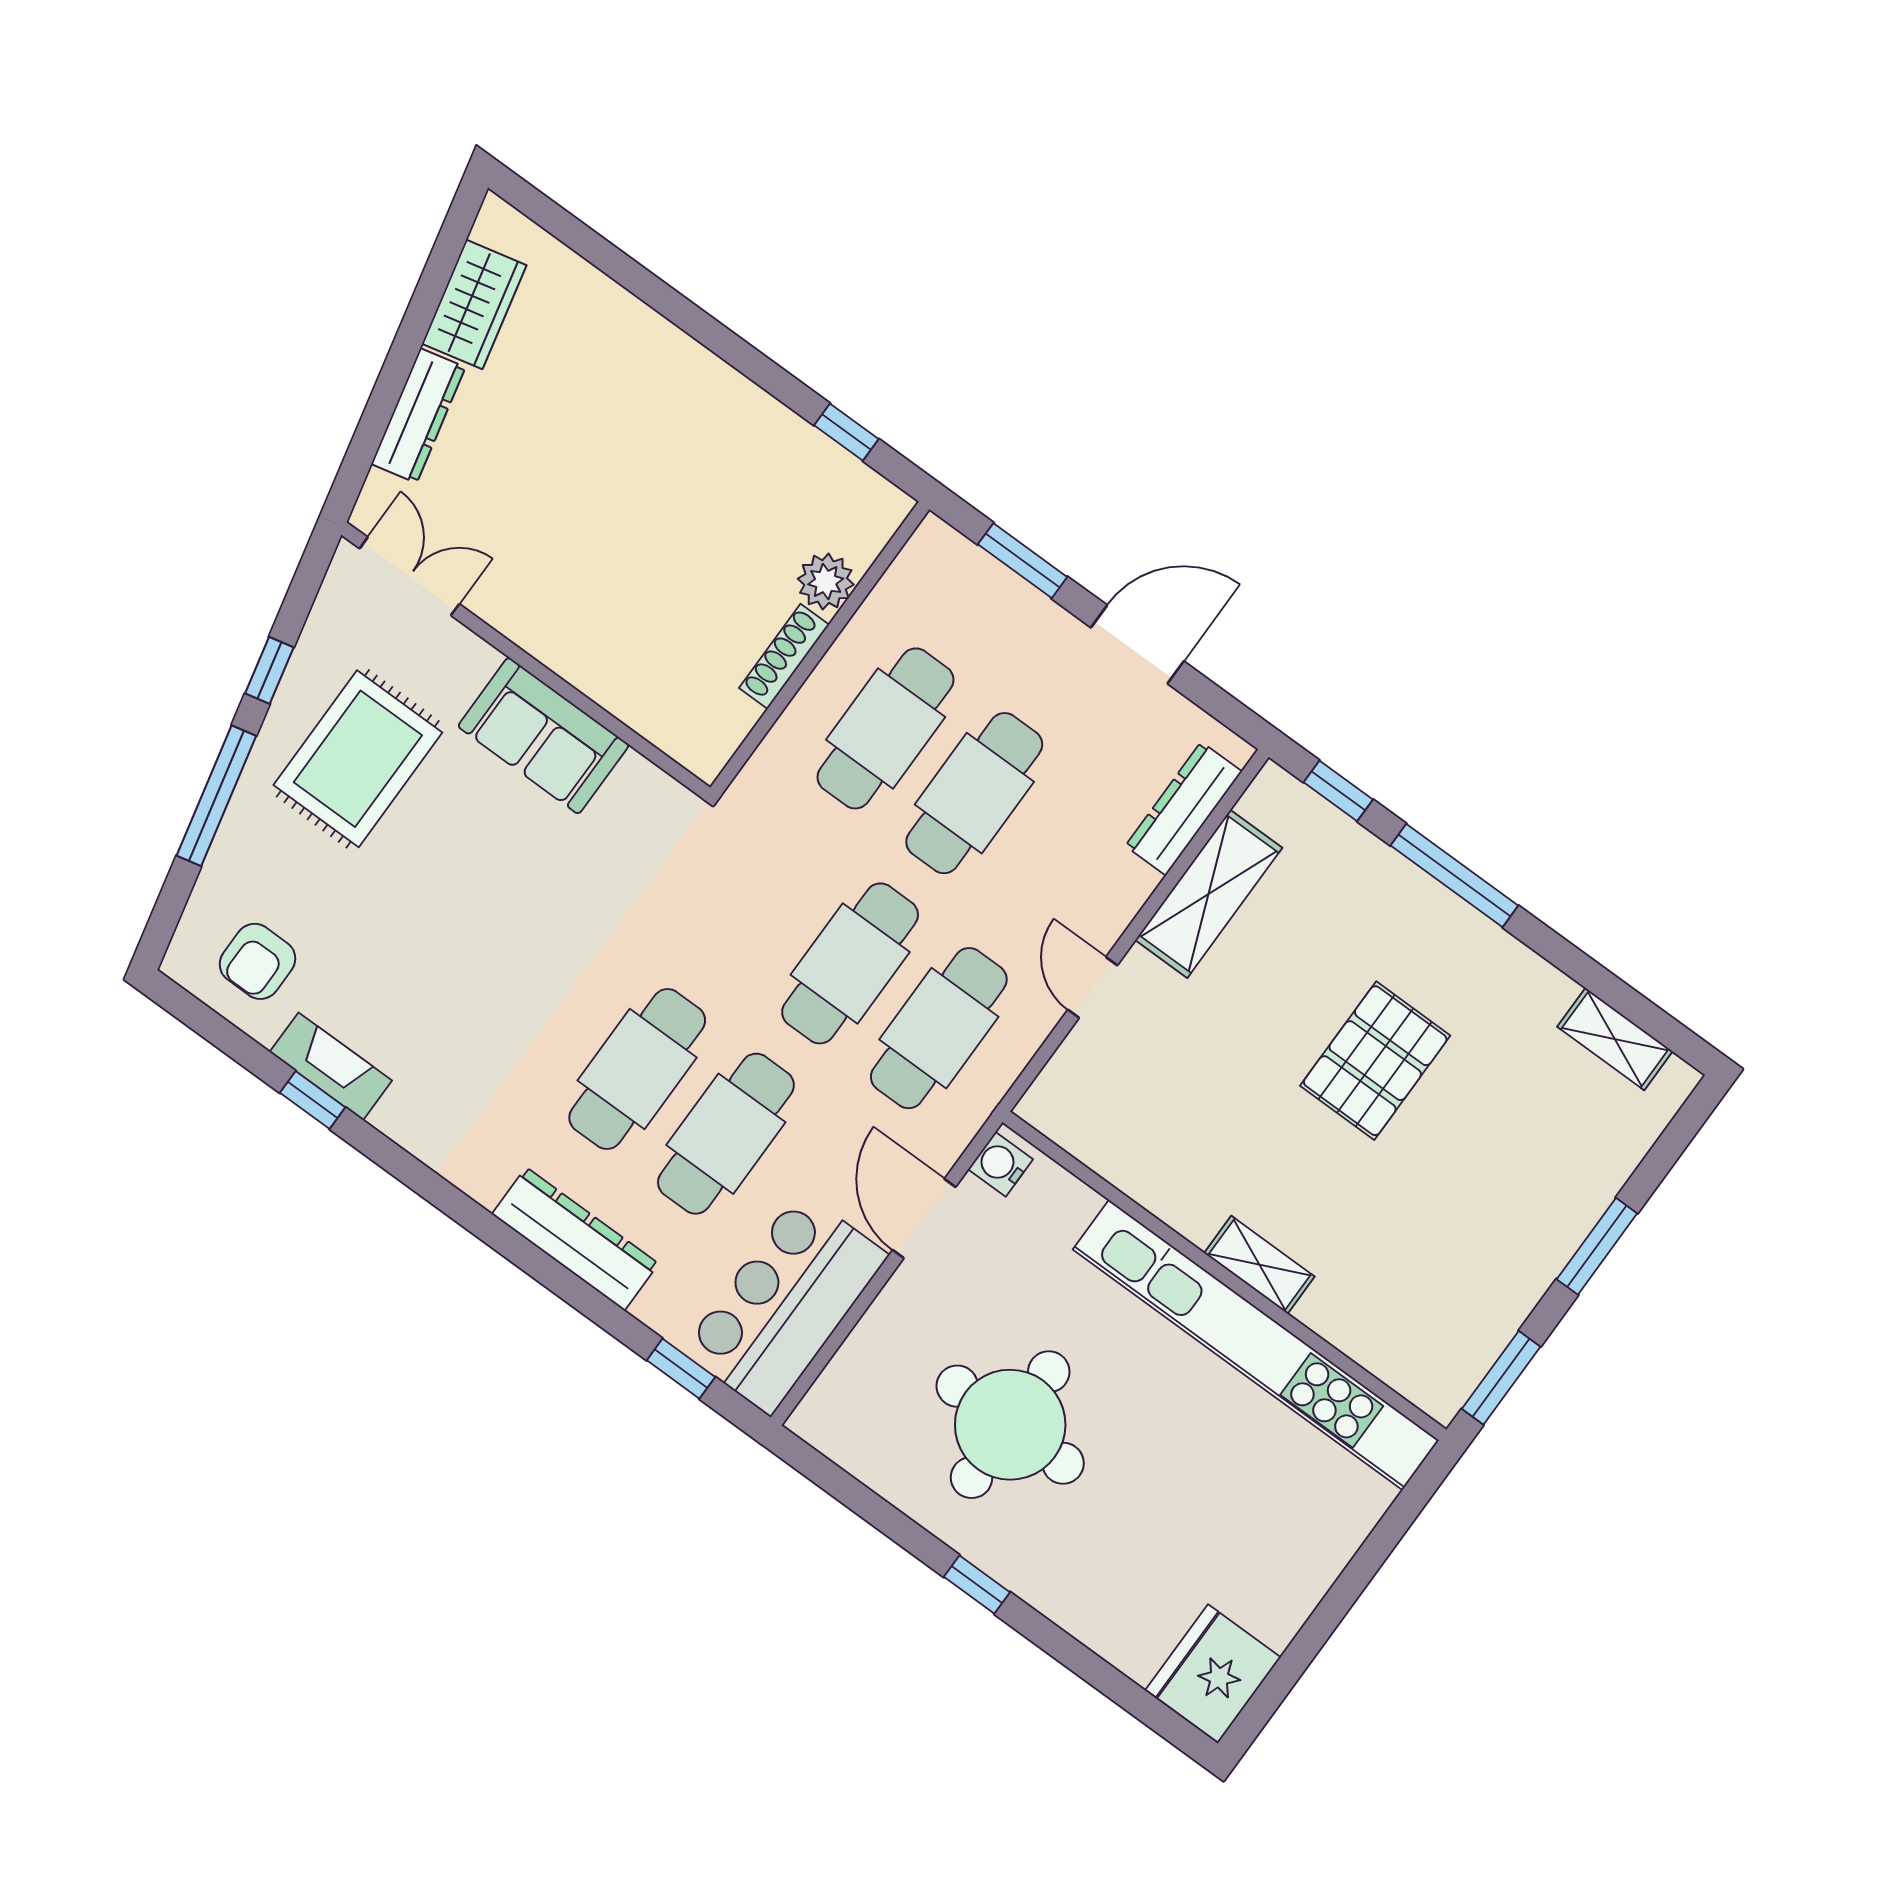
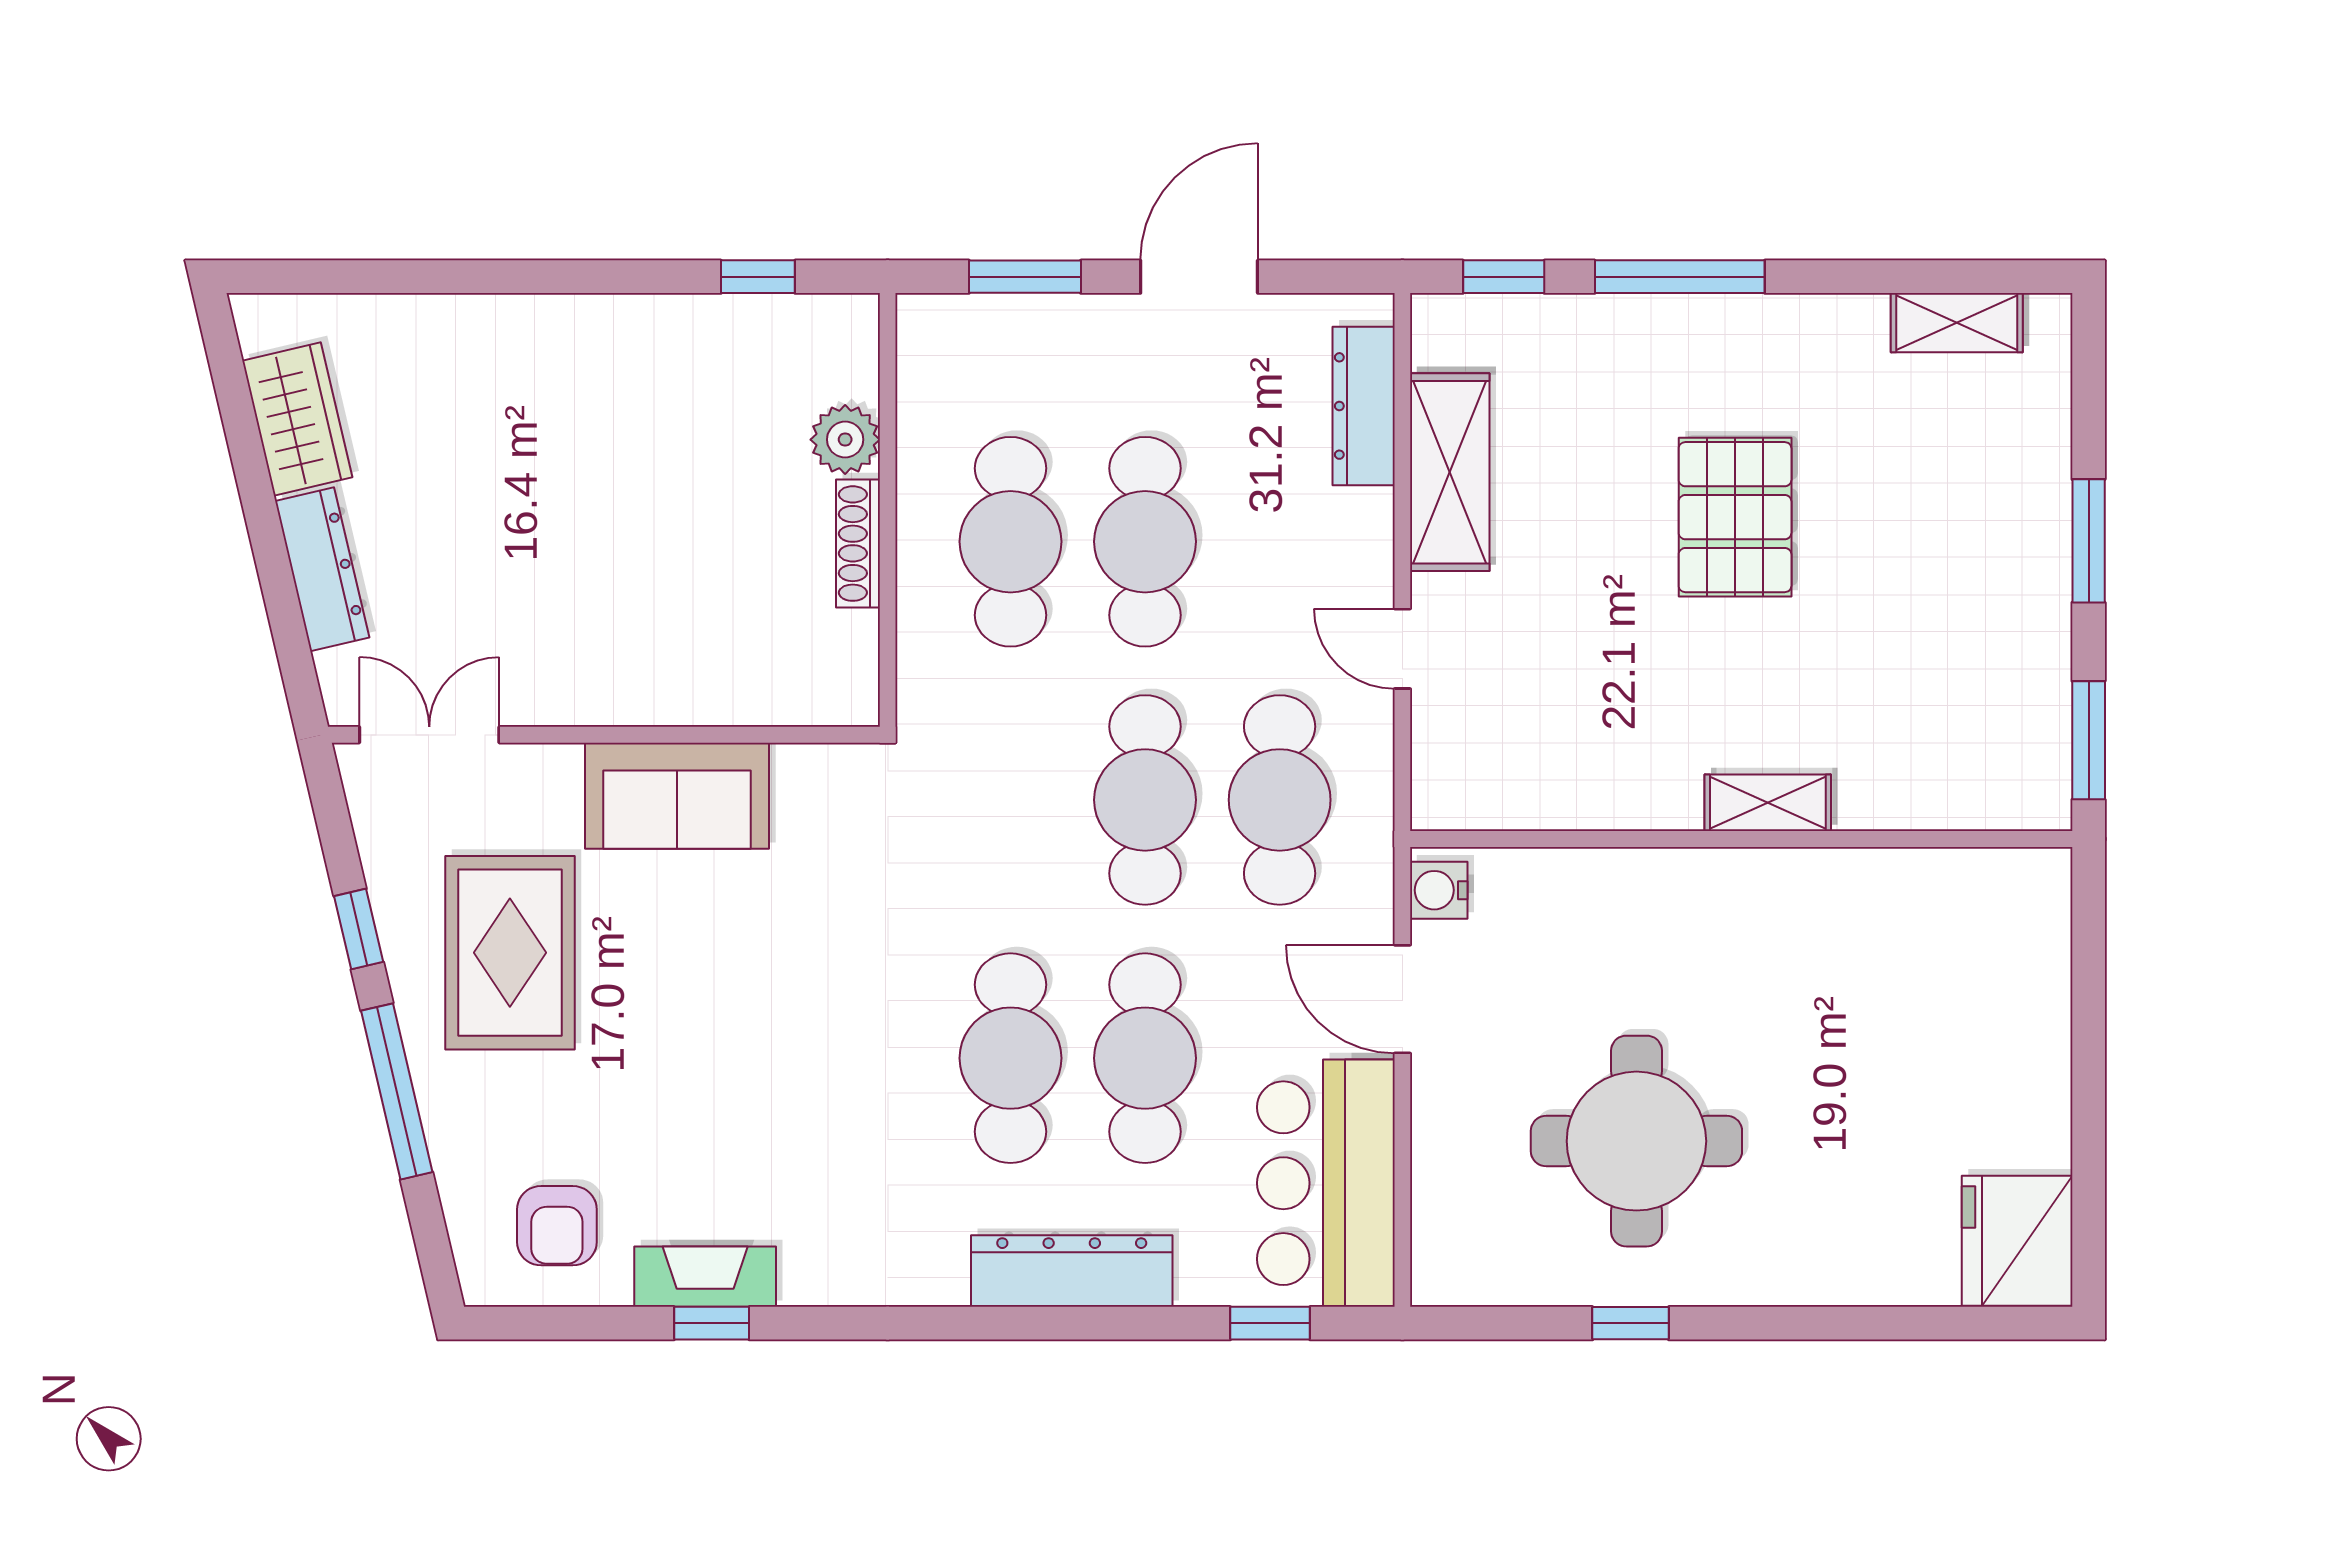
kitchen unit: (1256, 1345) -> (1822, 885), removed
window: (977, 1584) -> (1631, 1323), moved

